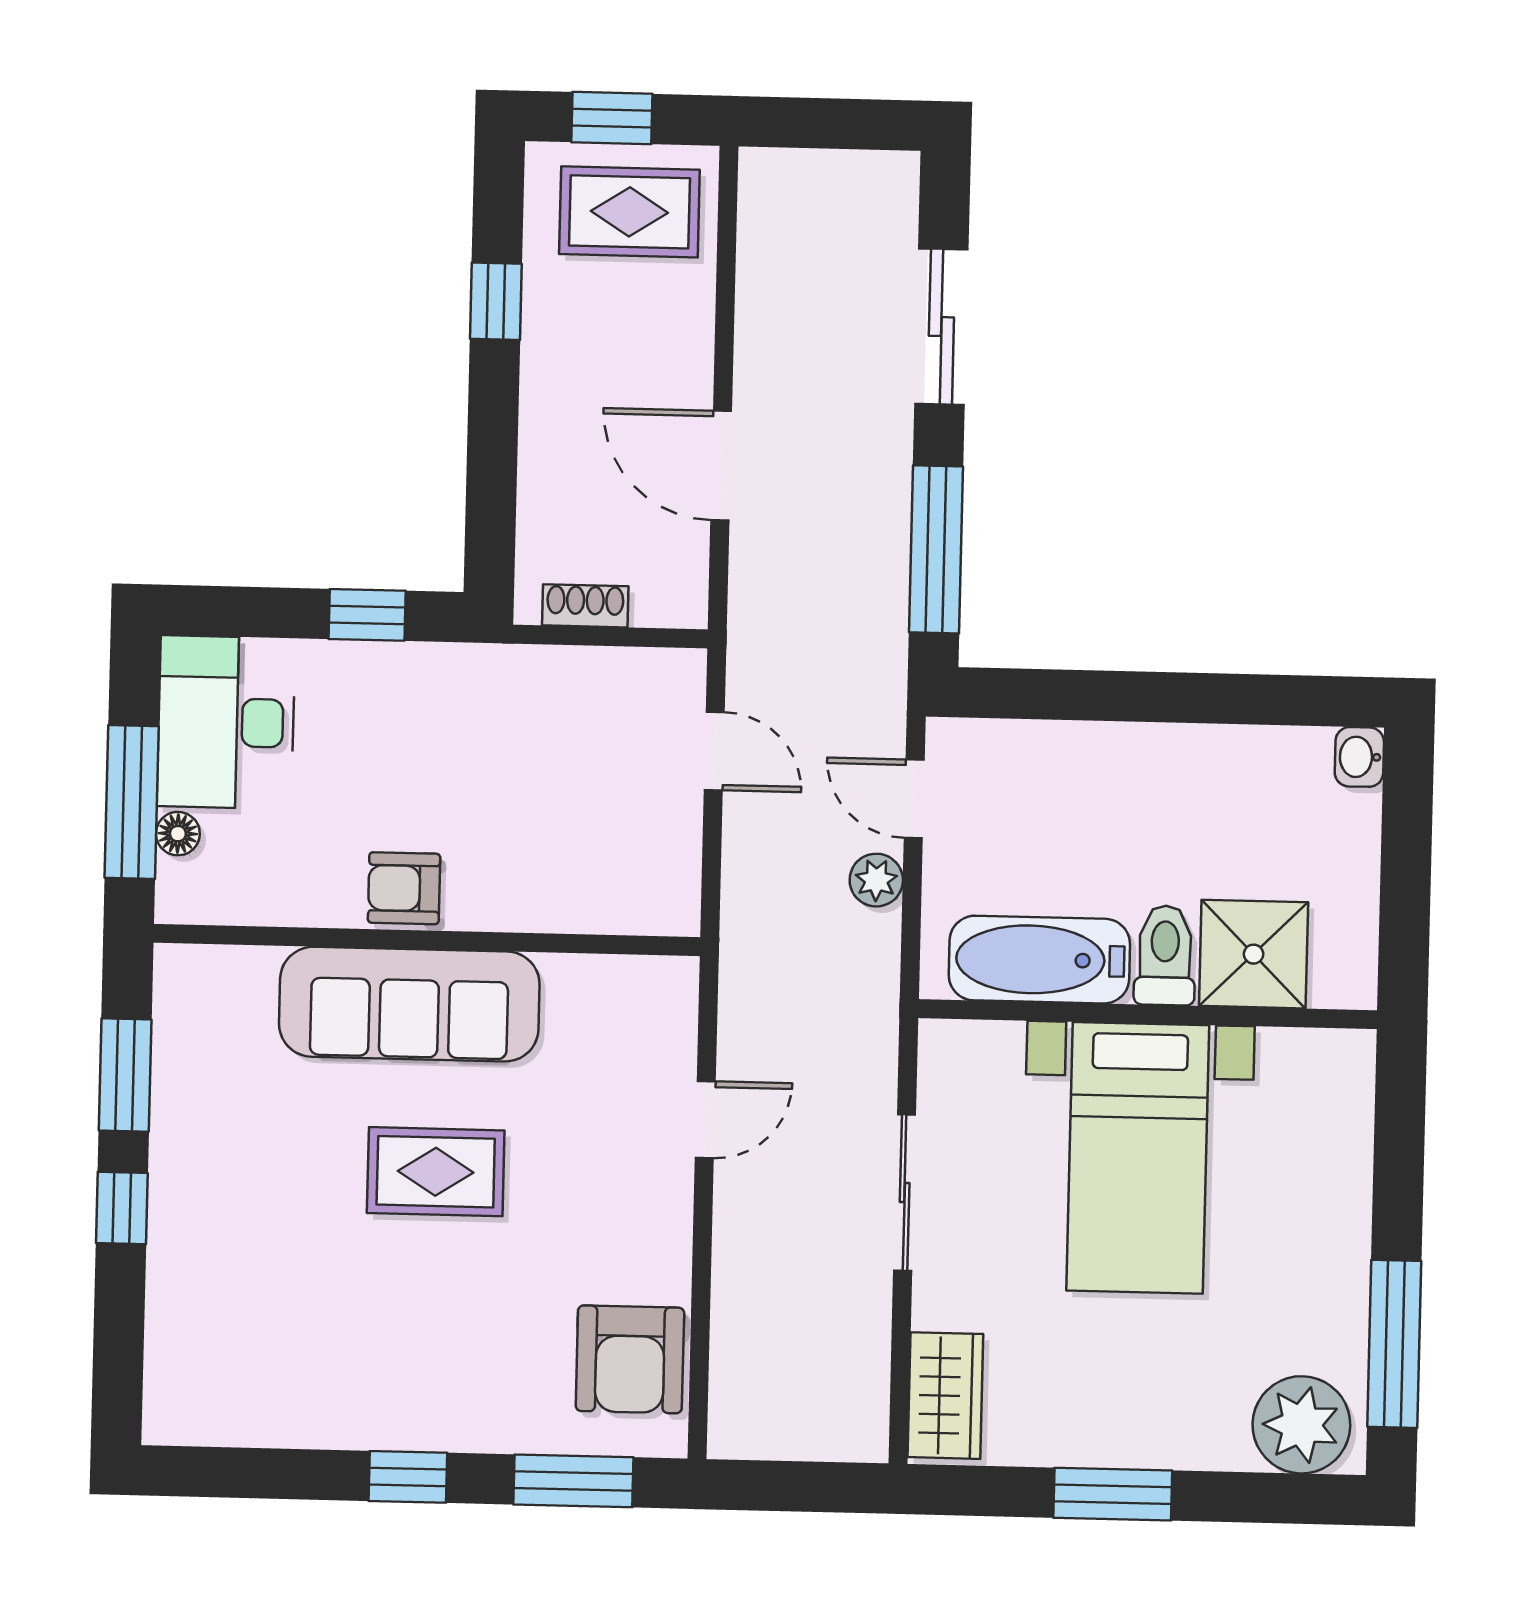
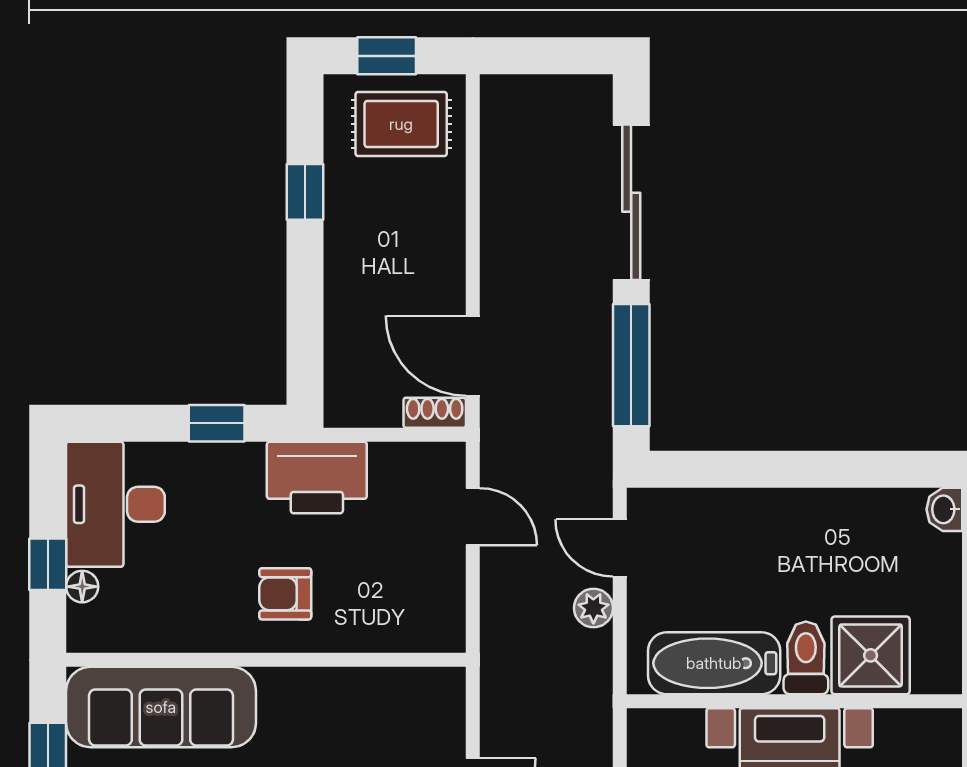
sliding door: (941, 327) -> (631, 202), width x1.37
door: (721, 466) -> (473, 356), moved
shoe rack: (585, 606) -> (435, 413), moved
printer: (502, 692) -> (317, 477), added
window: (132, 802) -> (48, 564), width x0.46
armchair: (404, 888) -> (285, 594), moved
sofa: (409, 1004) -> (161, 707), moved

